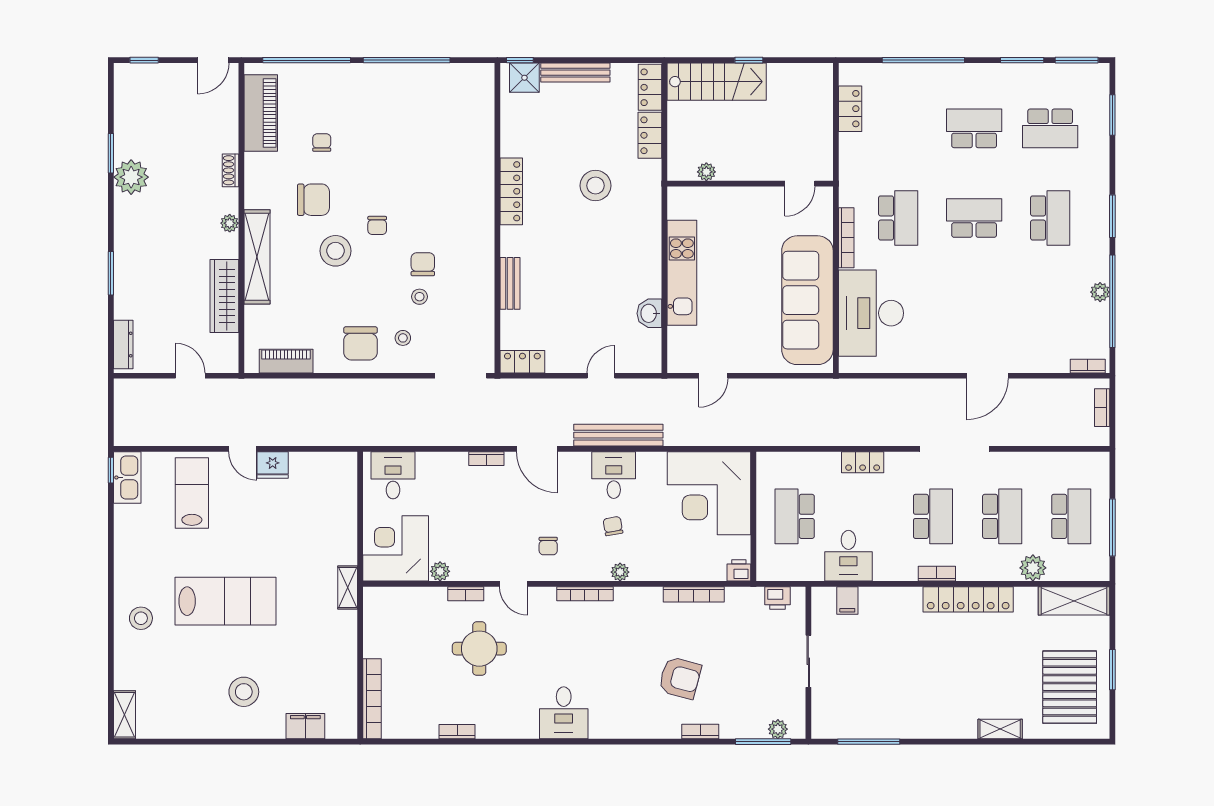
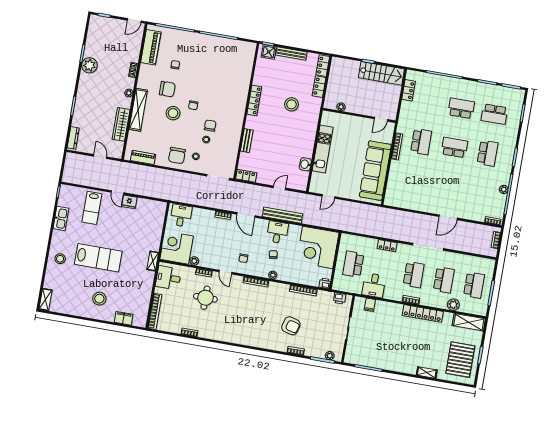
stairs: (717, 82) -> (381, 73), moved
desk: (871, 313) -> (402, 181), removed
kitchen sink: (127, 478) -> (61, 218), moved
lab bench: (192, 493) -> (92, 208), turned 180
desk: (564, 713) -> (168, 278), moved, turned 90

